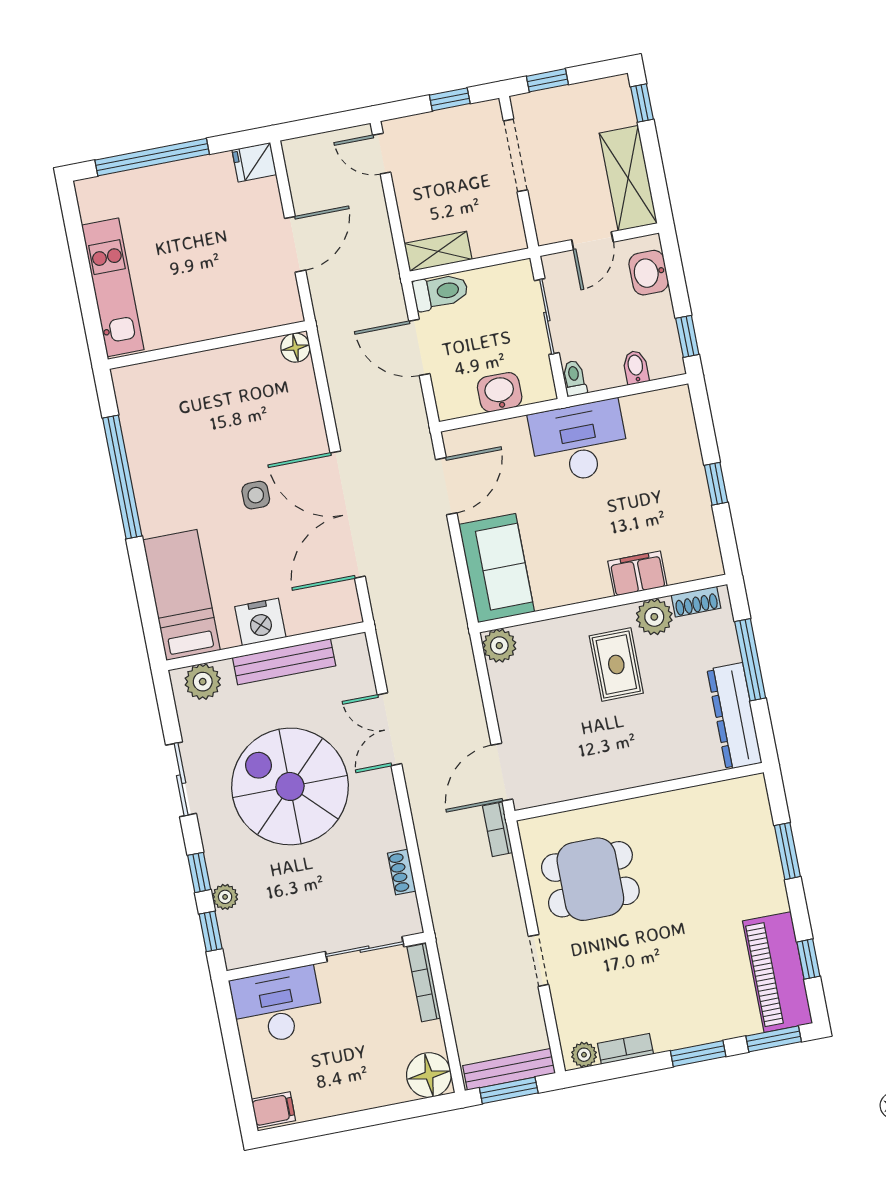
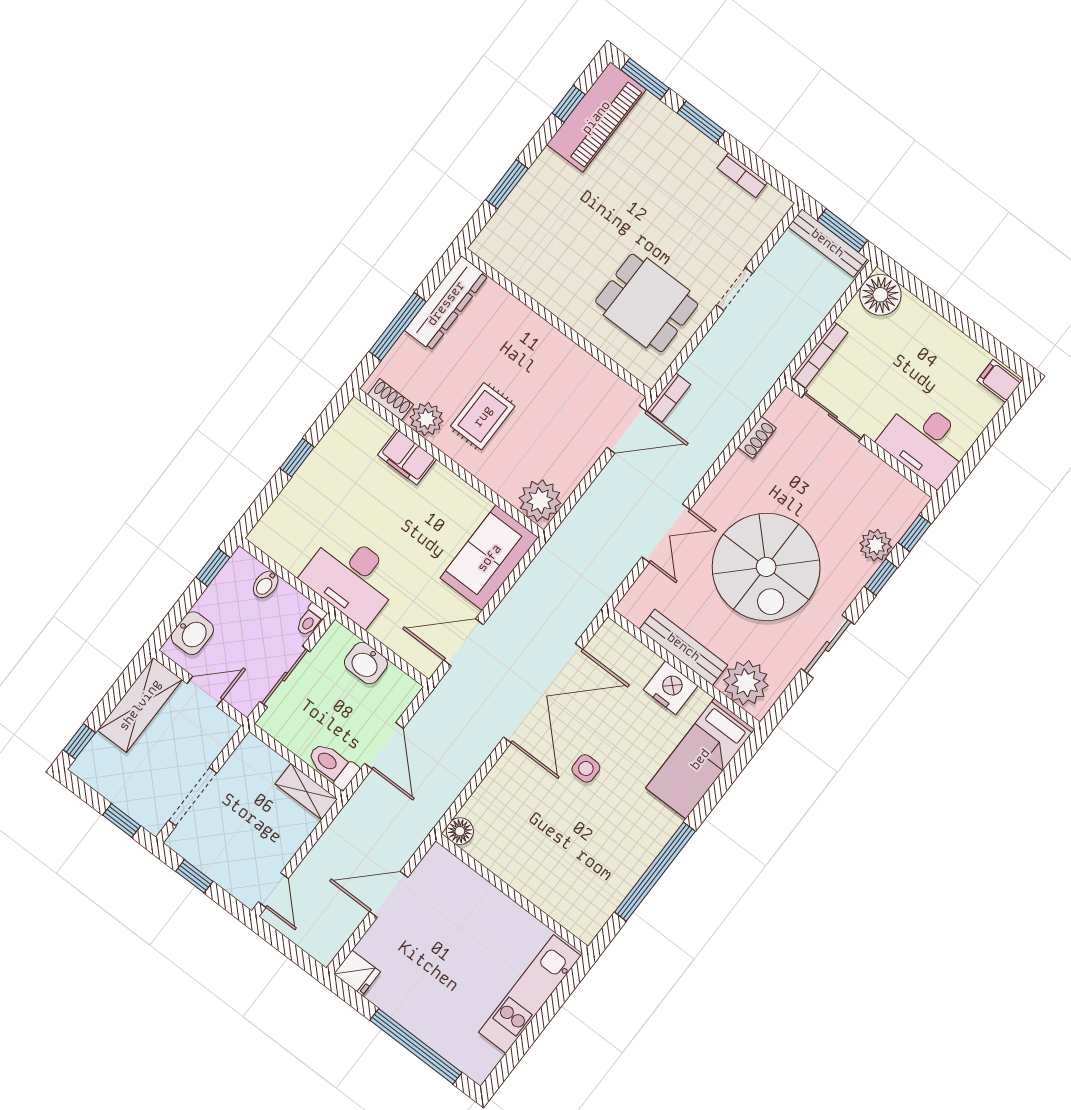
plant: (499, 646) -> (540, 501), width x1.36, depth x1.36
plant: (203, 682) -> (746, 683), width x1.36, depth x1.36
plant: (225, 897) -> (876, 545), width x1.38, depth x1.38
plant: (584, 1055) -> (772, 200), removed

